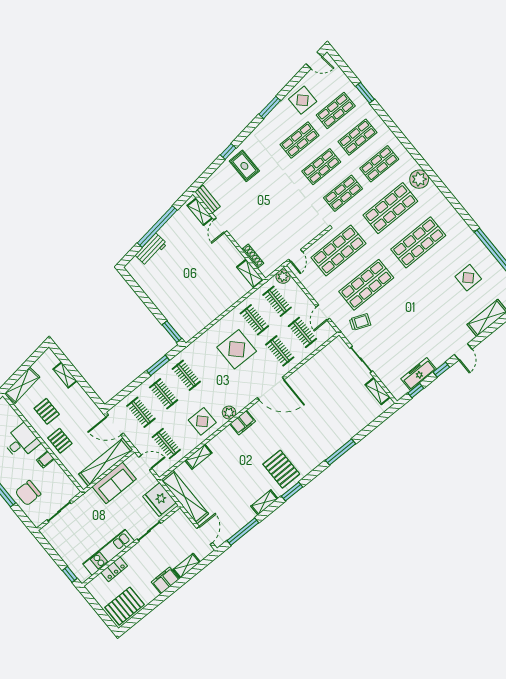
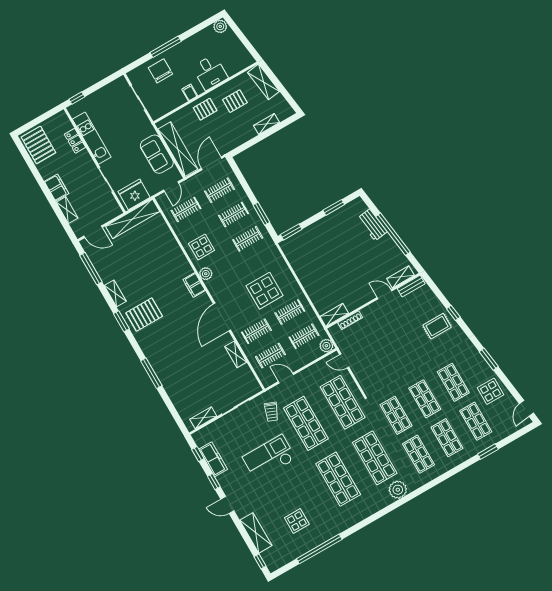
window: (140, 292) -> (334, 207), added
checkout: (408, 317) -> (269, 458), added
shelving: (199, 457) -> (236, 354), moved

